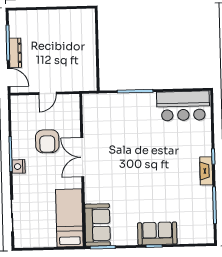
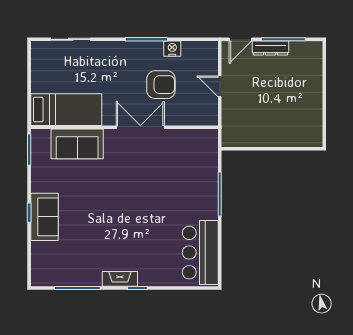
armchair: (47, 141) -> (161, 85), turned 180
nightstand: (19, 166) -> (172, 49), moved
sofa: (97, 225) -> (77, 144), moved

